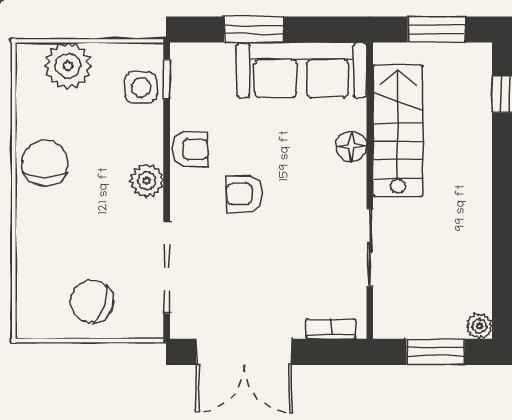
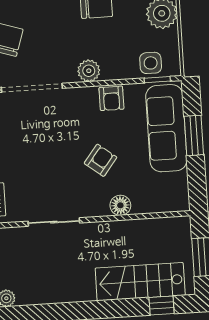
sofa: (302, 70) -> (166, 128), moved
stairs: (398, 131) -> (140, 282), moved, turned 180
armchair: (244, 194) -> (100, 160), moved, turned 40

